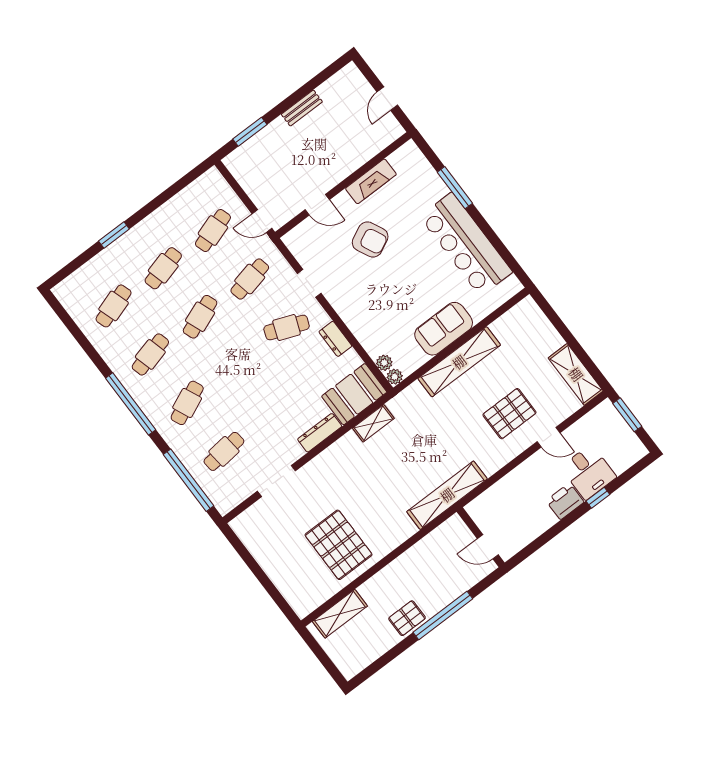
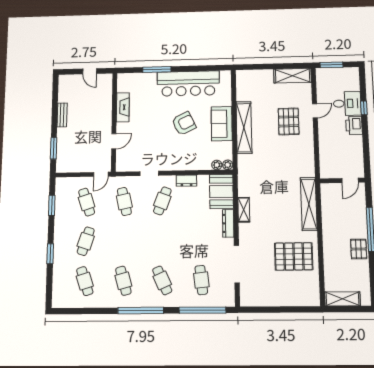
window: (175, 188) -> (52, 205), added
armchair: (370, 239) -> (184, 123), moved
cafe table: (163, 268) -> (86, 241), turned 33
cafe table: (200, 317) -> (124, 241), removed
shelving: (373, 423) -> (244, 210), moved
doorway: (276, 481) -> (237, 264), width x1.36
shelving: (447, 495) -> (309, 204), moved
shelving: (340, 614) -> (342, 299), moved, turned 90

